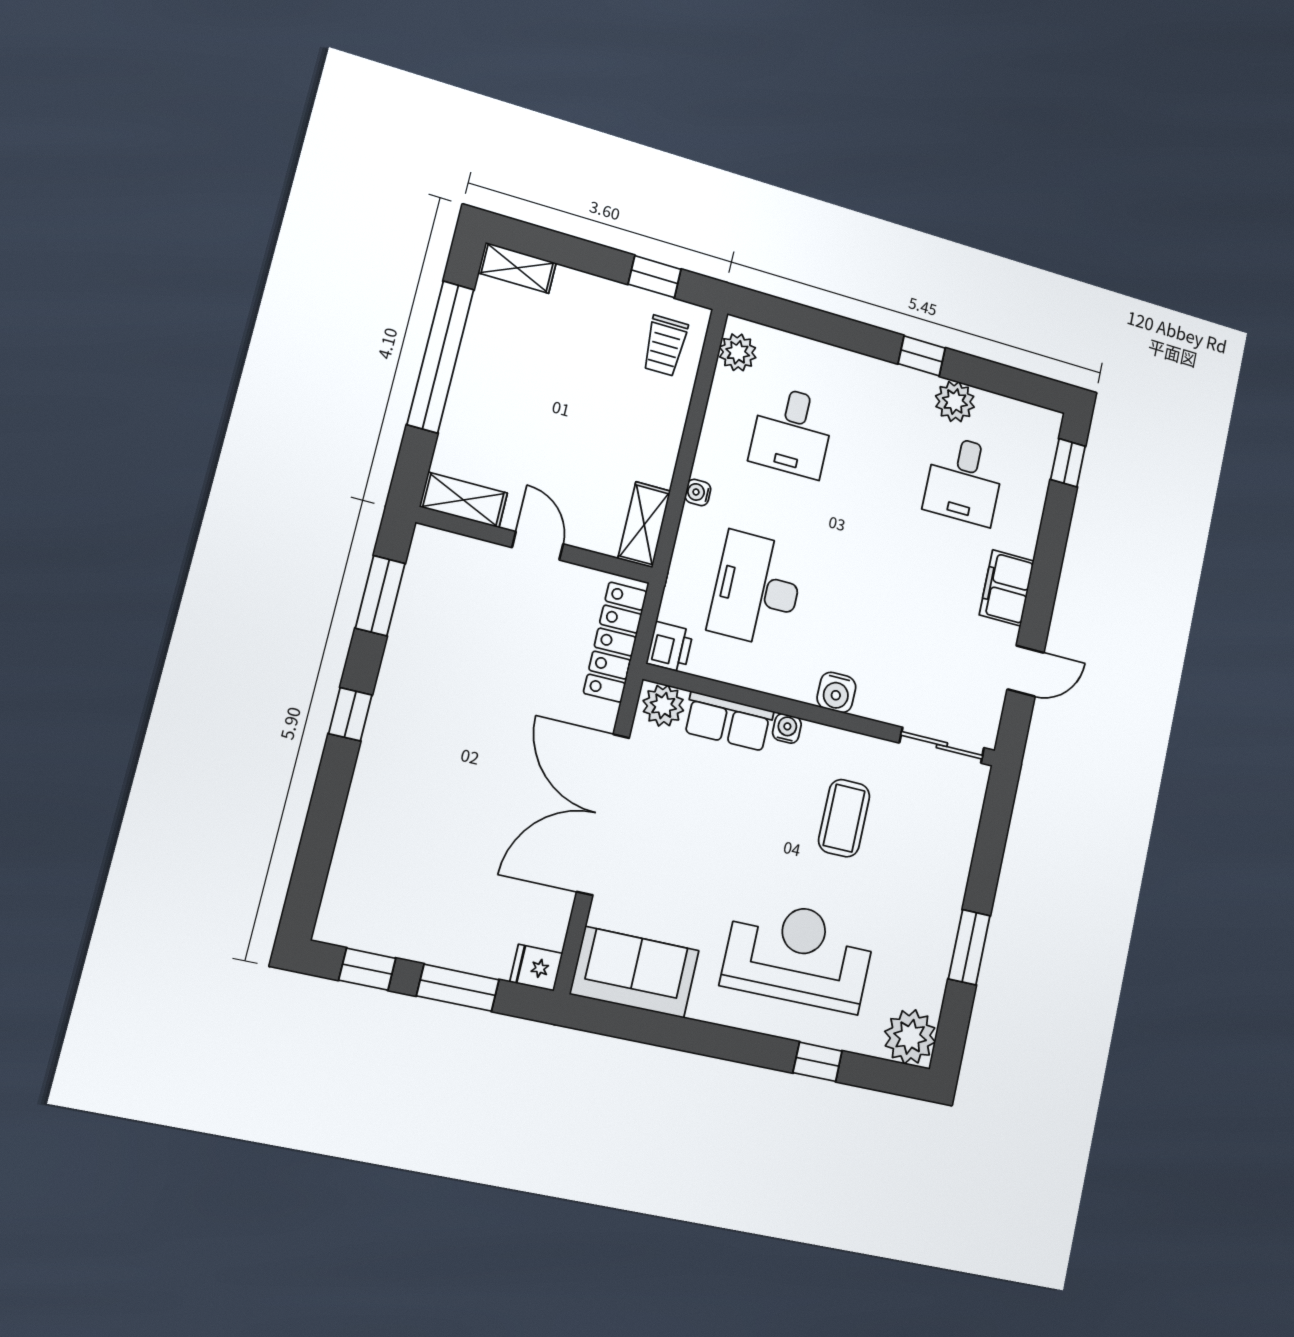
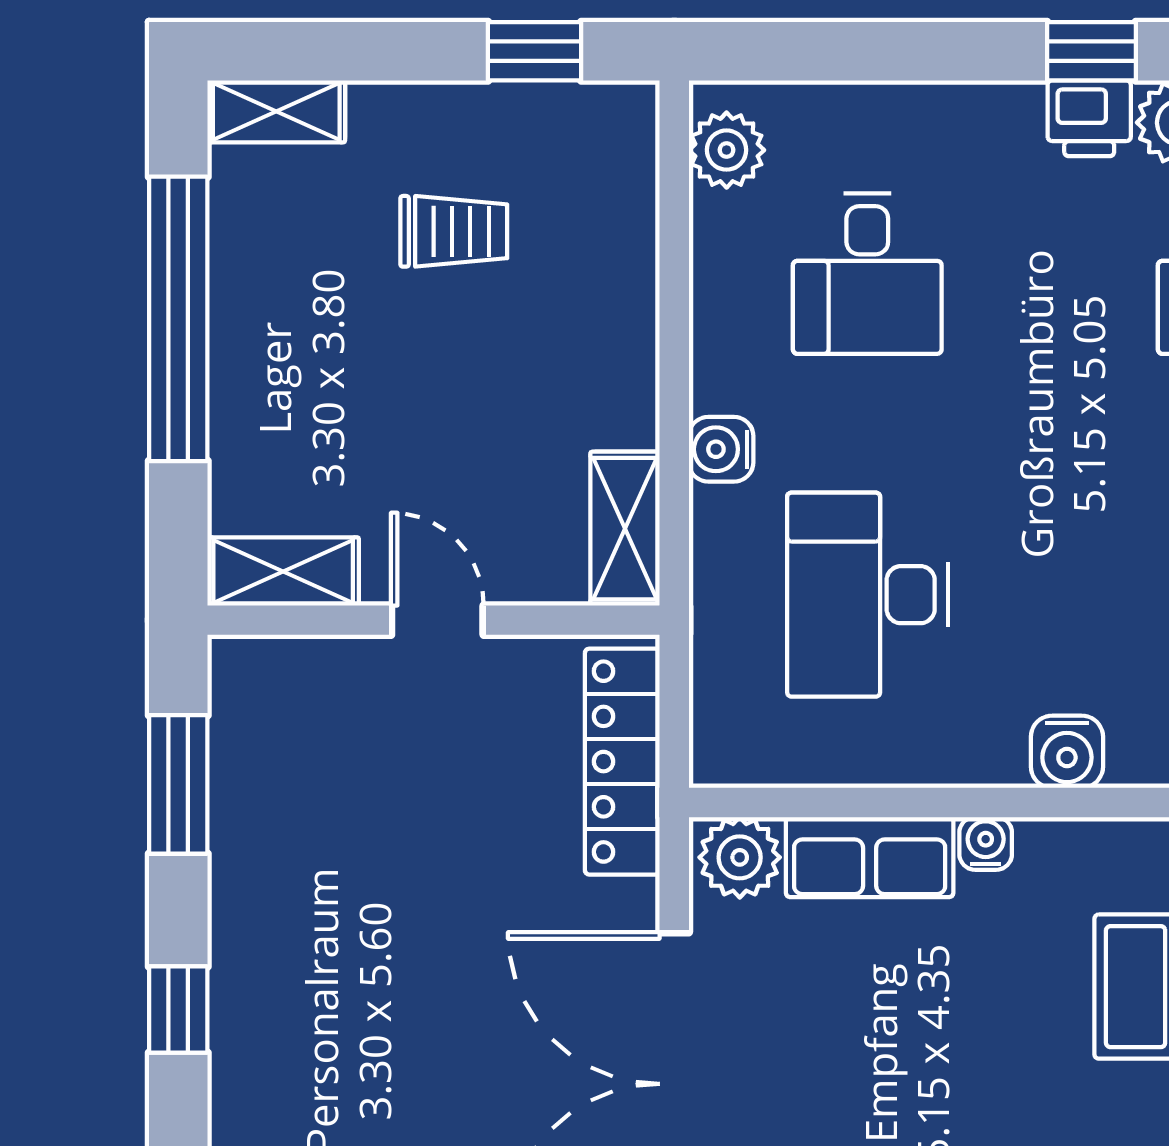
trolley: (665, 346) -> (454, 231), moved, turned -90
water cooler: (698, 492) -> (721, 449), width x1.38, depth x1.38
printer: (670, 647) -> (1089, 118), moved, turned 90

